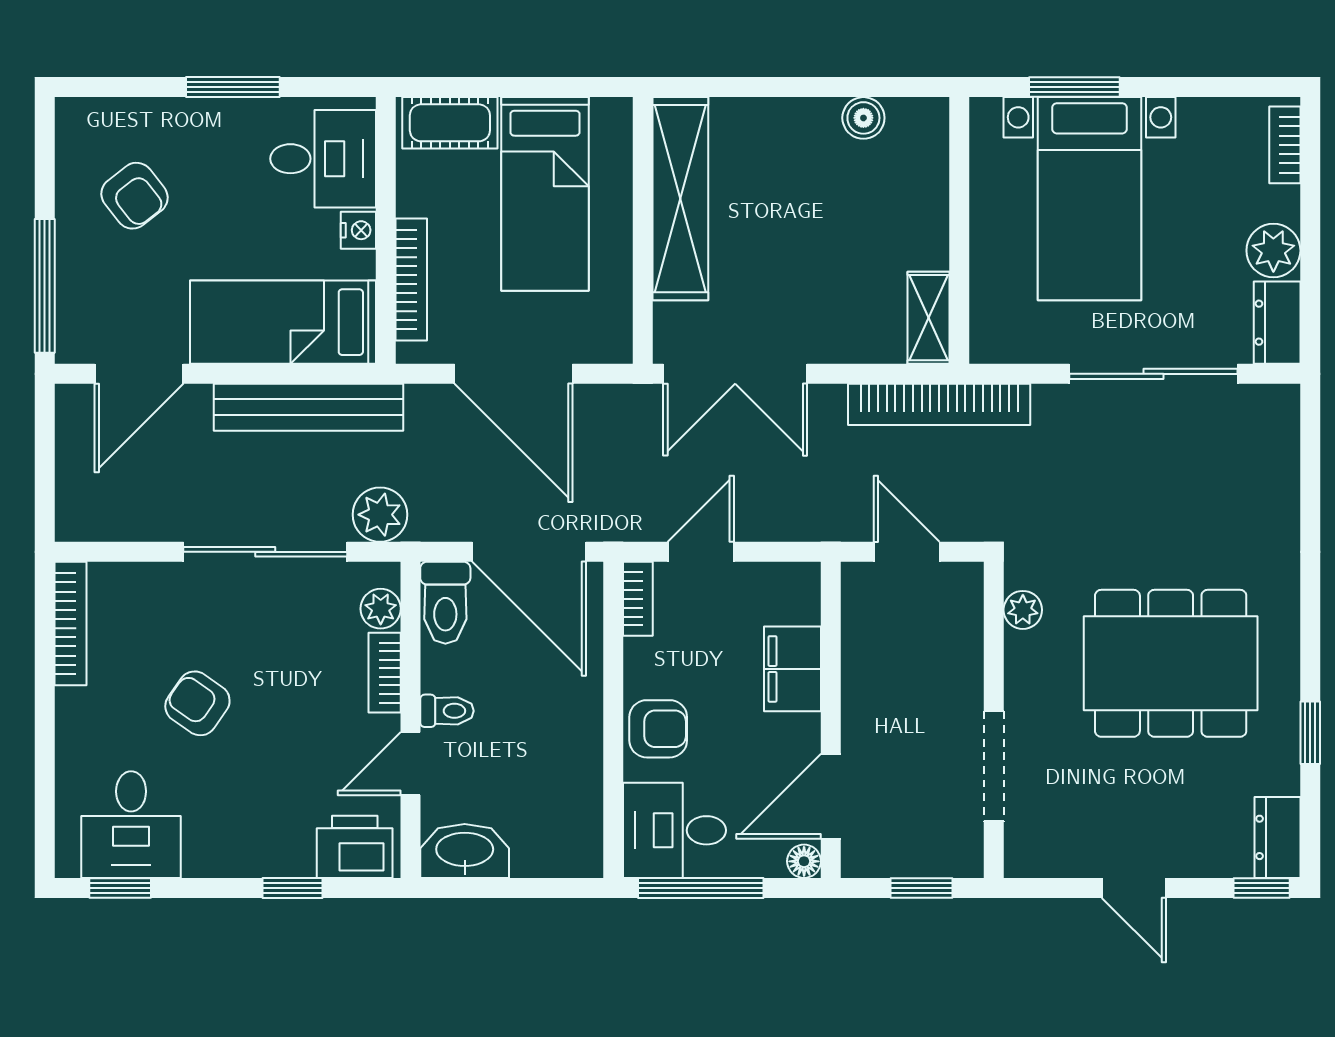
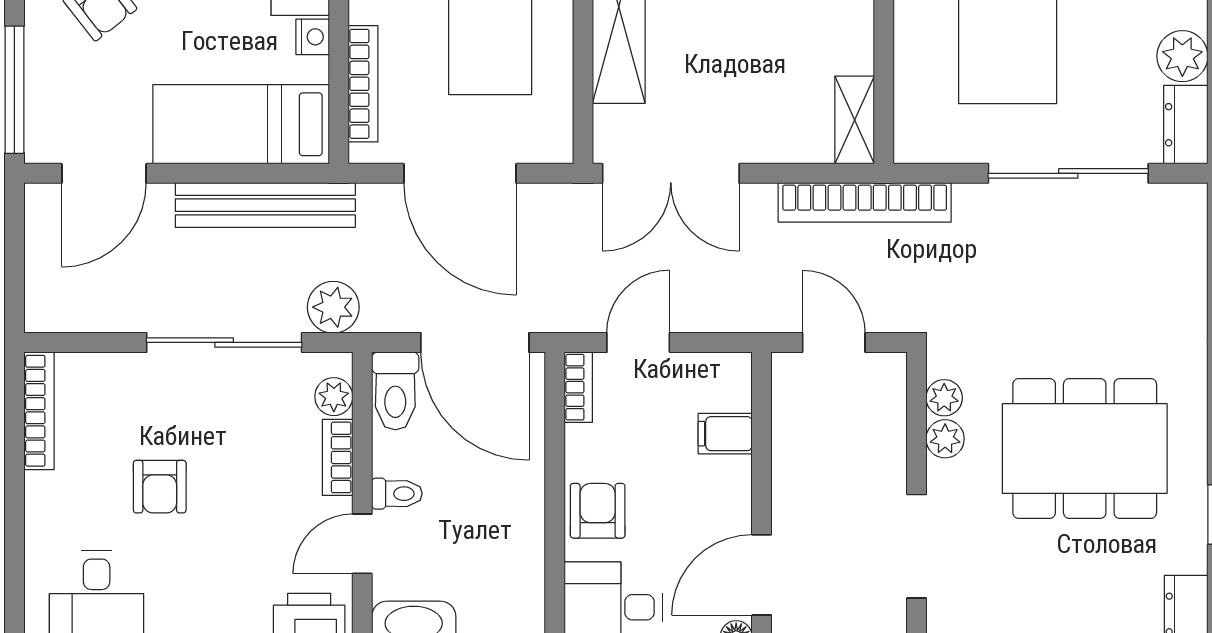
plant: (1024, 653) -> (945, 439), added
filing cabinet: (792, 669) -> (725, 434), width x0.50
armchair: (197, 703) -> (160, 487), turned -125
armchair: (658, 729) -> (598, 511), turned -90

